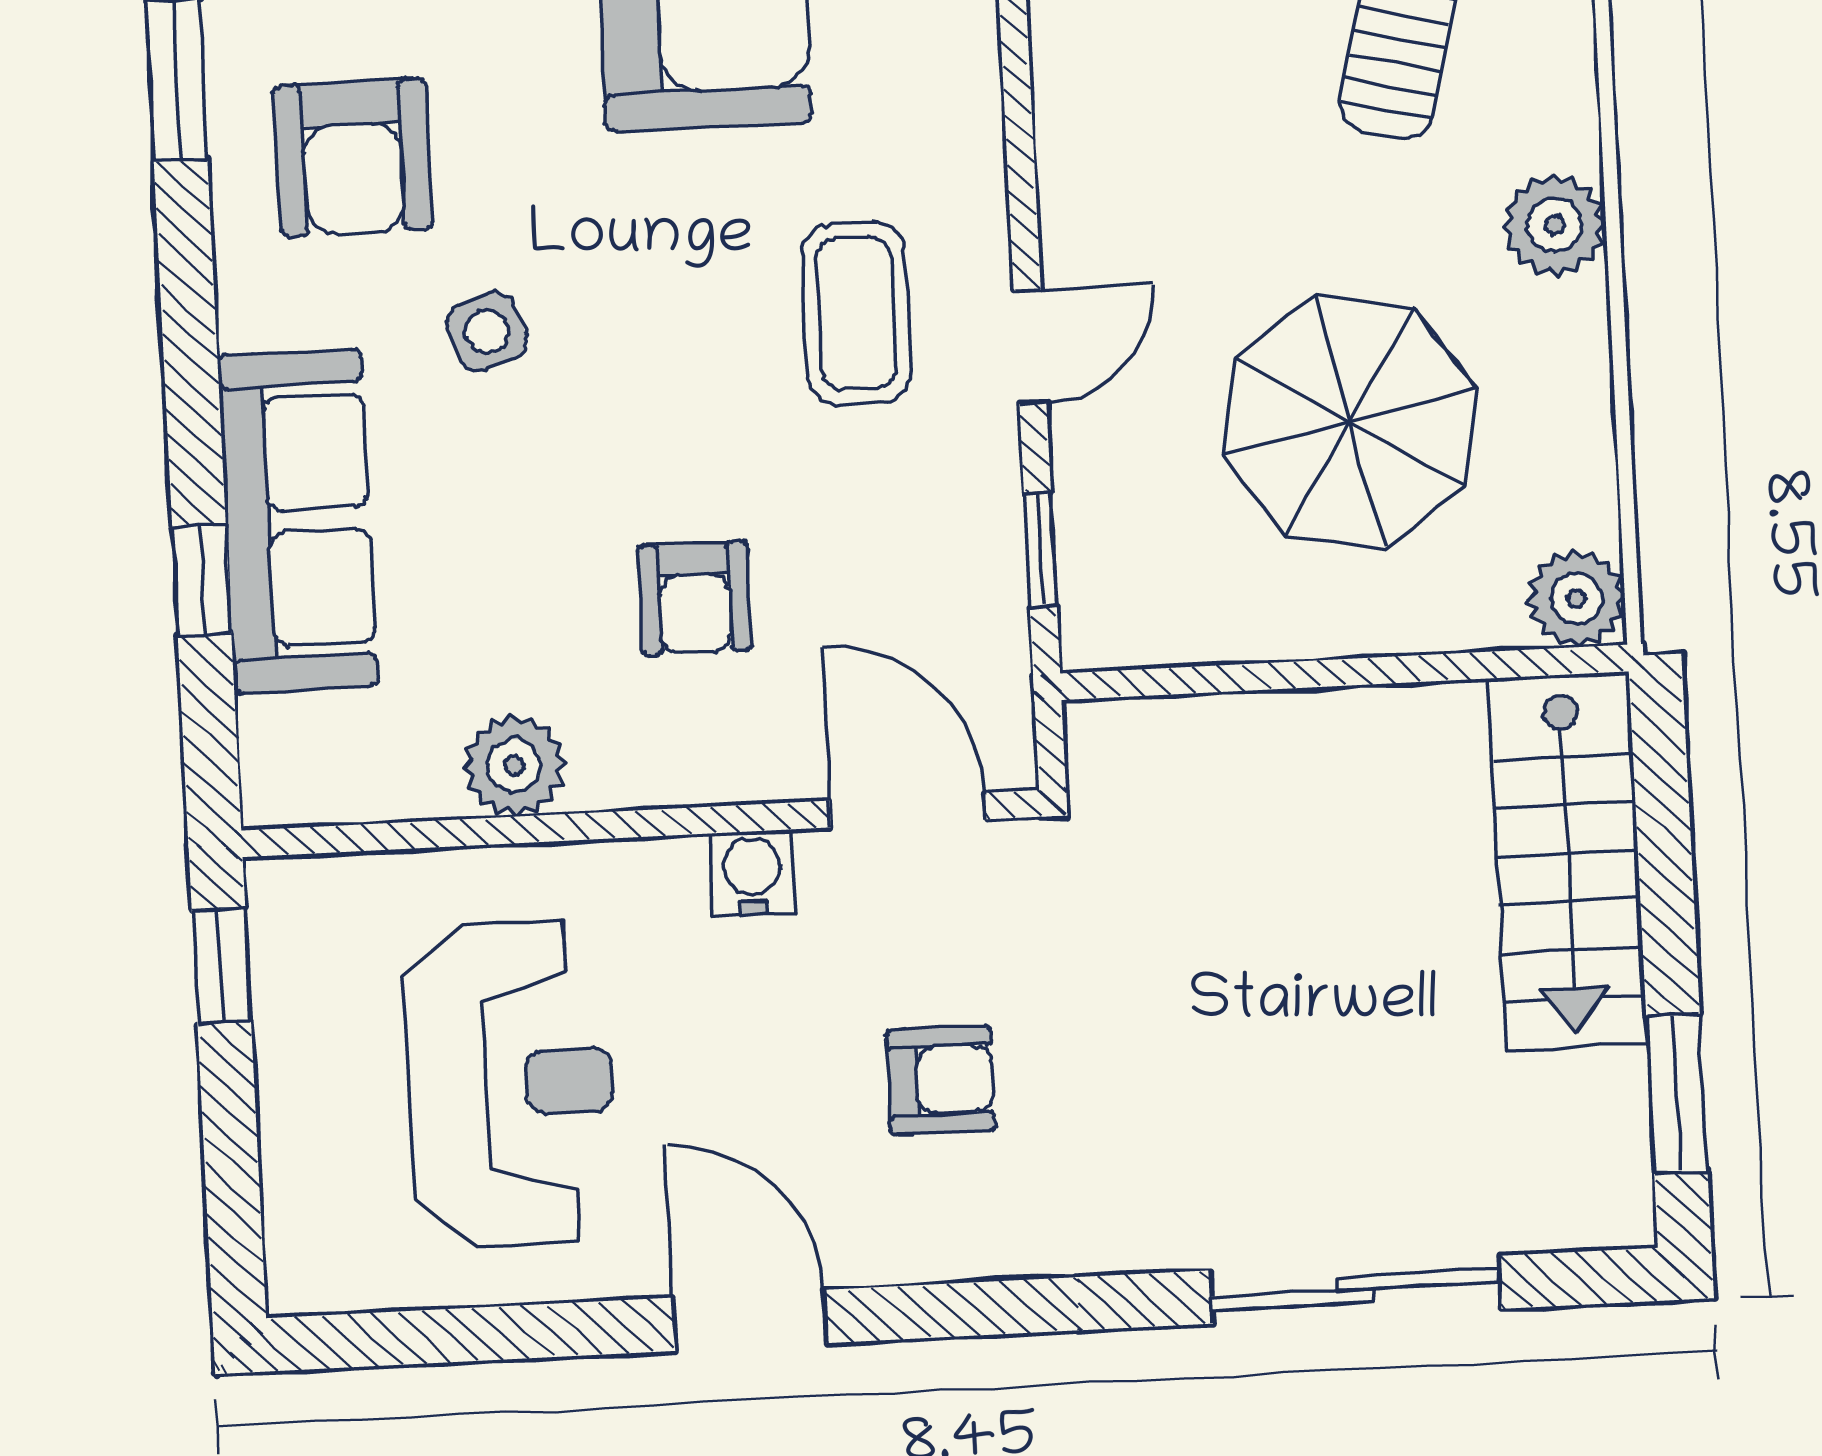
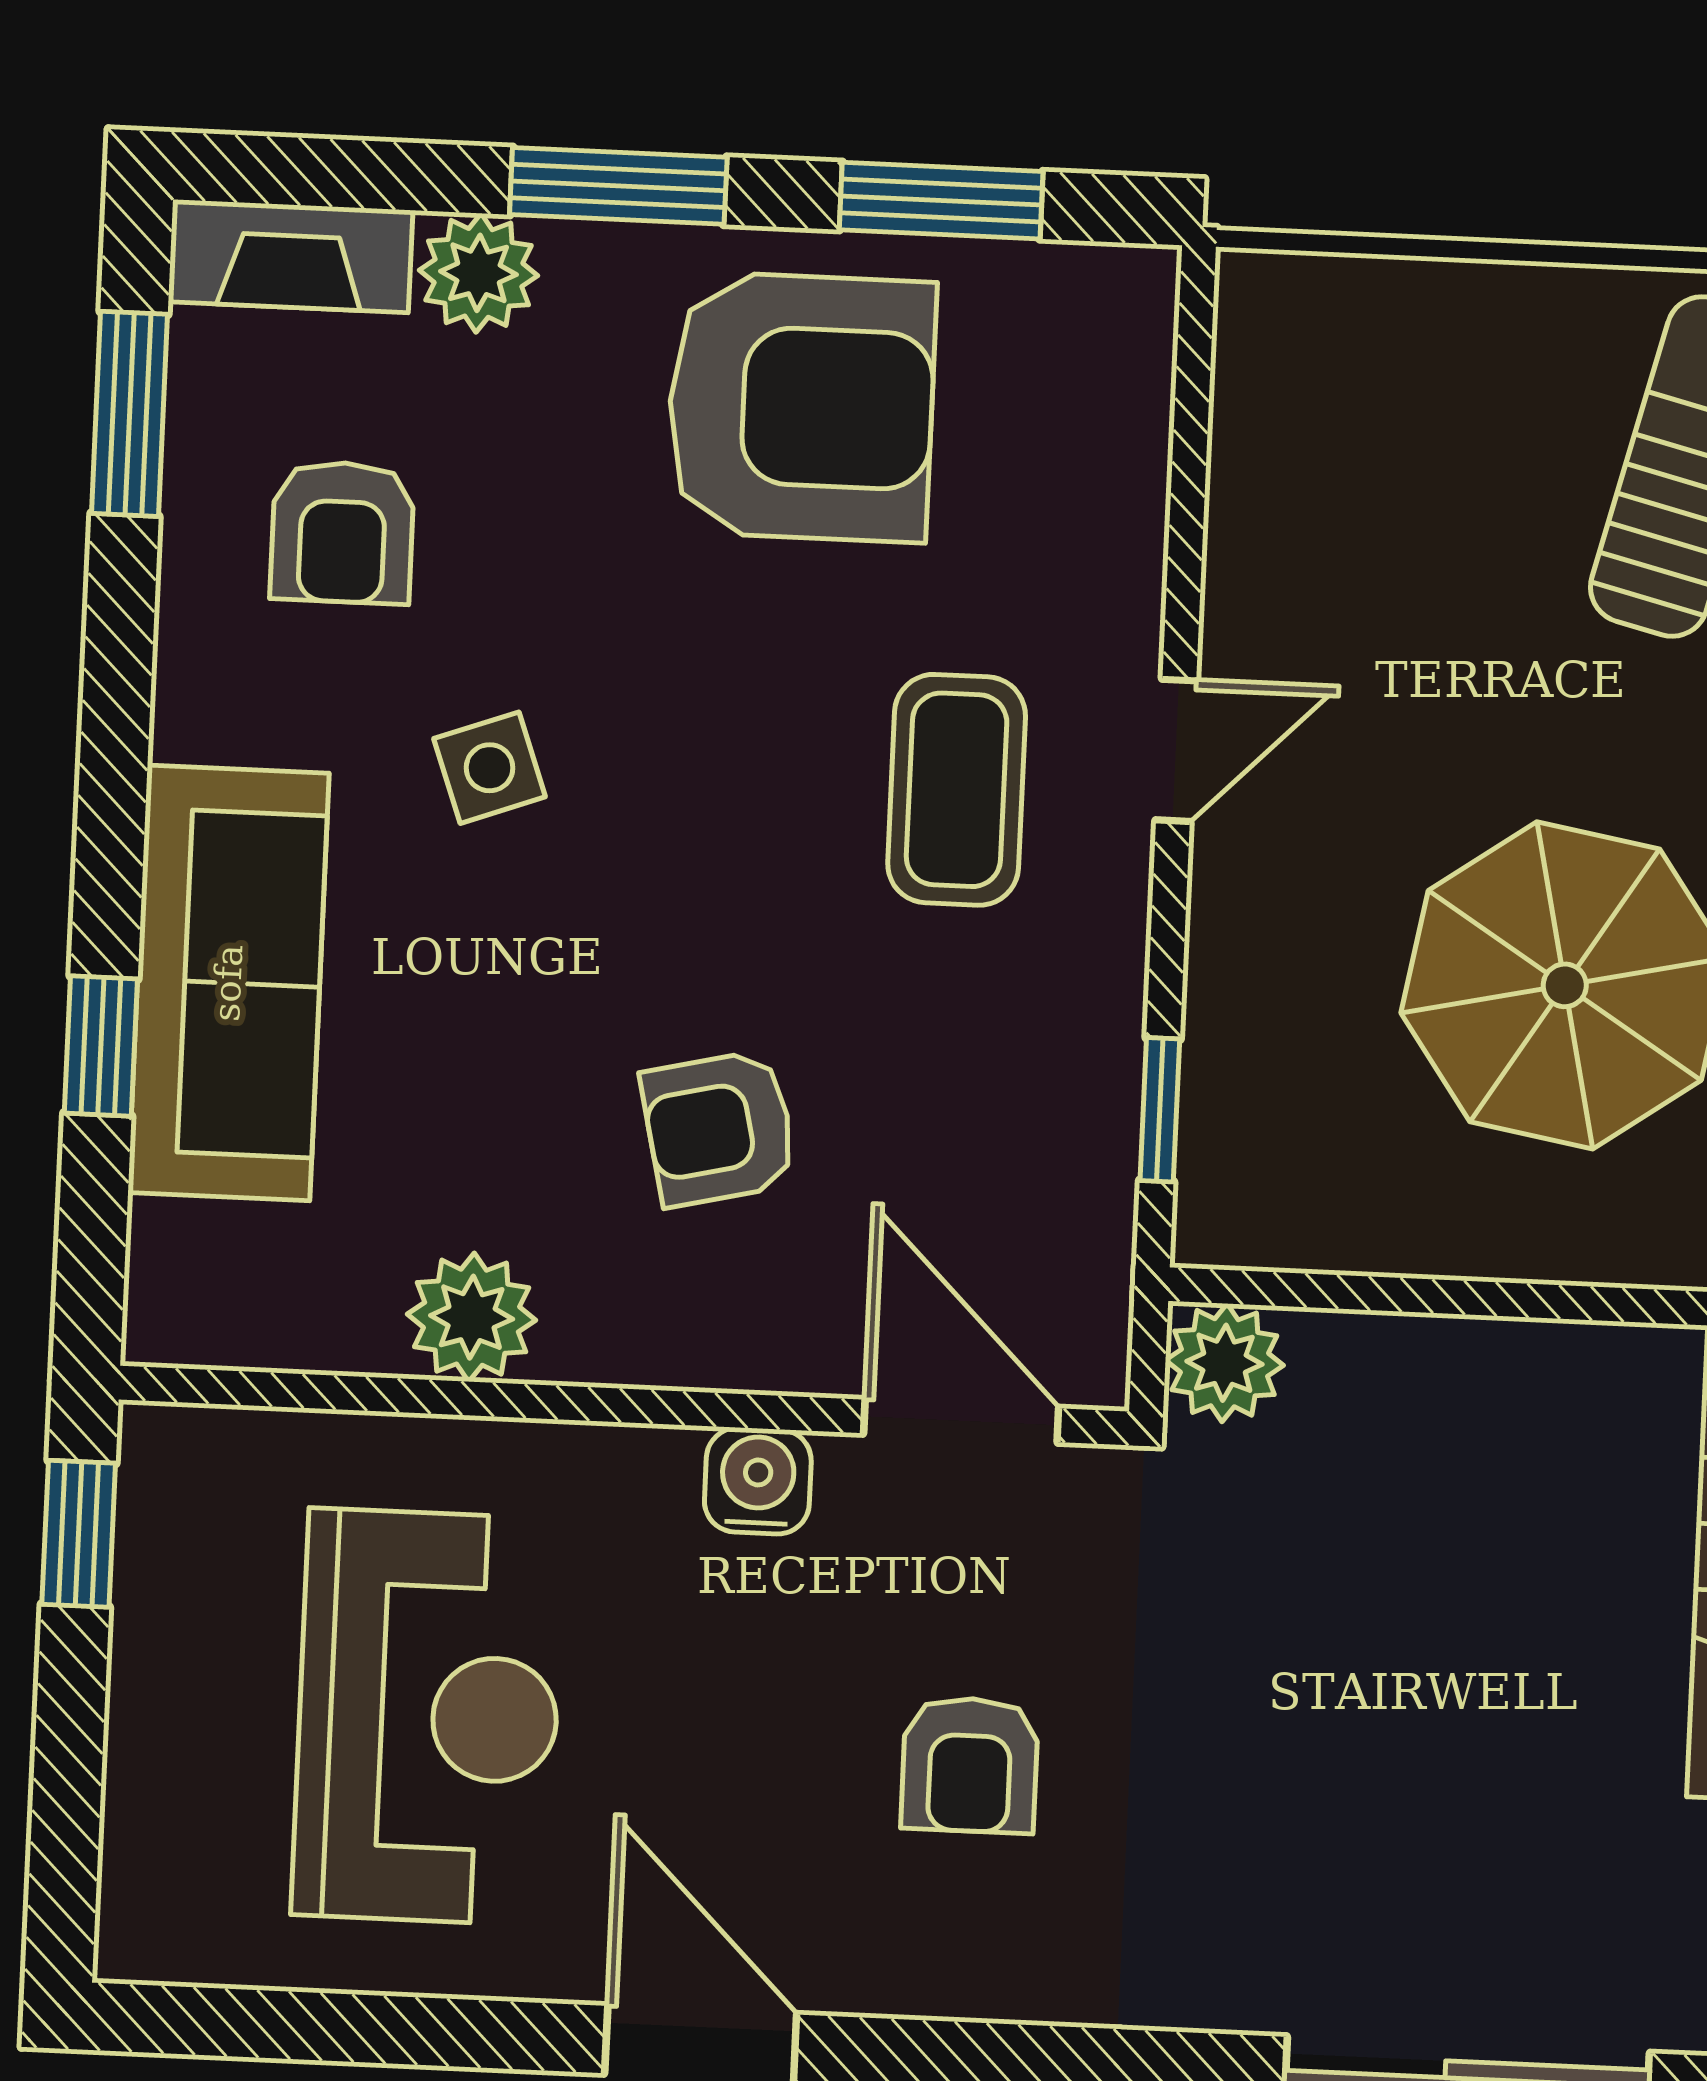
armchair: (353, 158) -> (342, 532), width x0.72, depth x0.72
door: (1030, 347) -> (1176, 750), moved
armchair: (695, 598) -> (719, 1128), turned 77
plant: (1110, 744) -> (1224, 1363), added
armchair: (940, 1080) -> (970, 1765), turned 90

